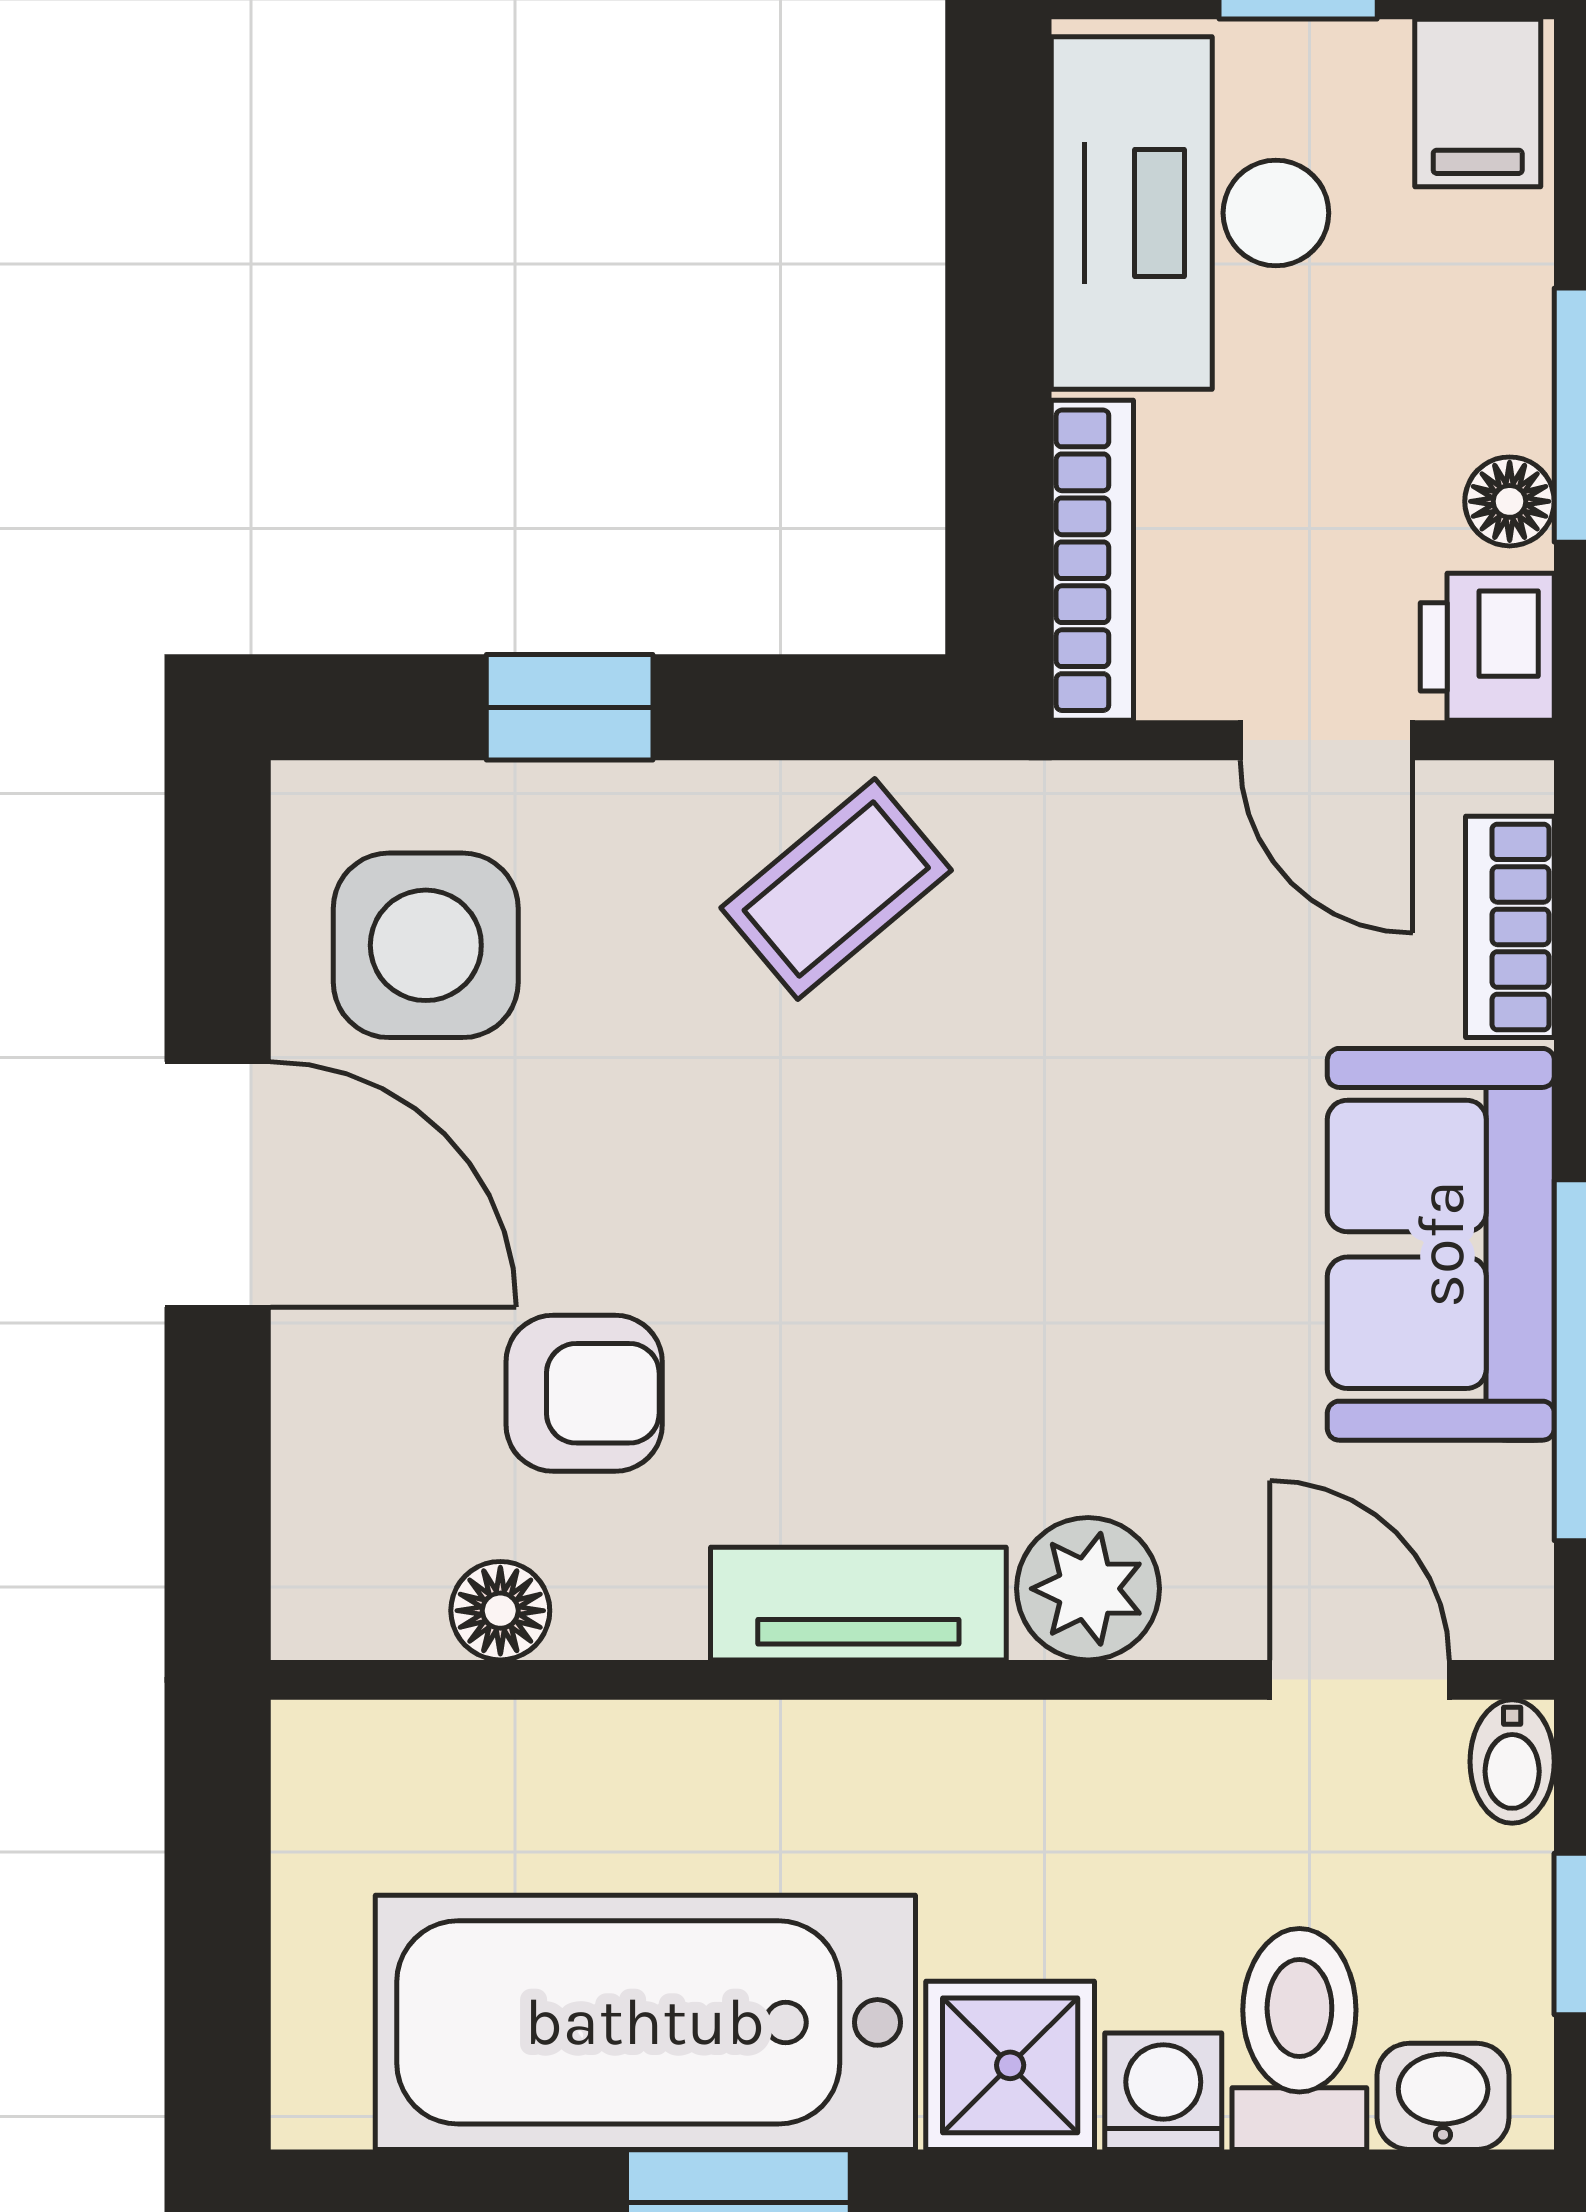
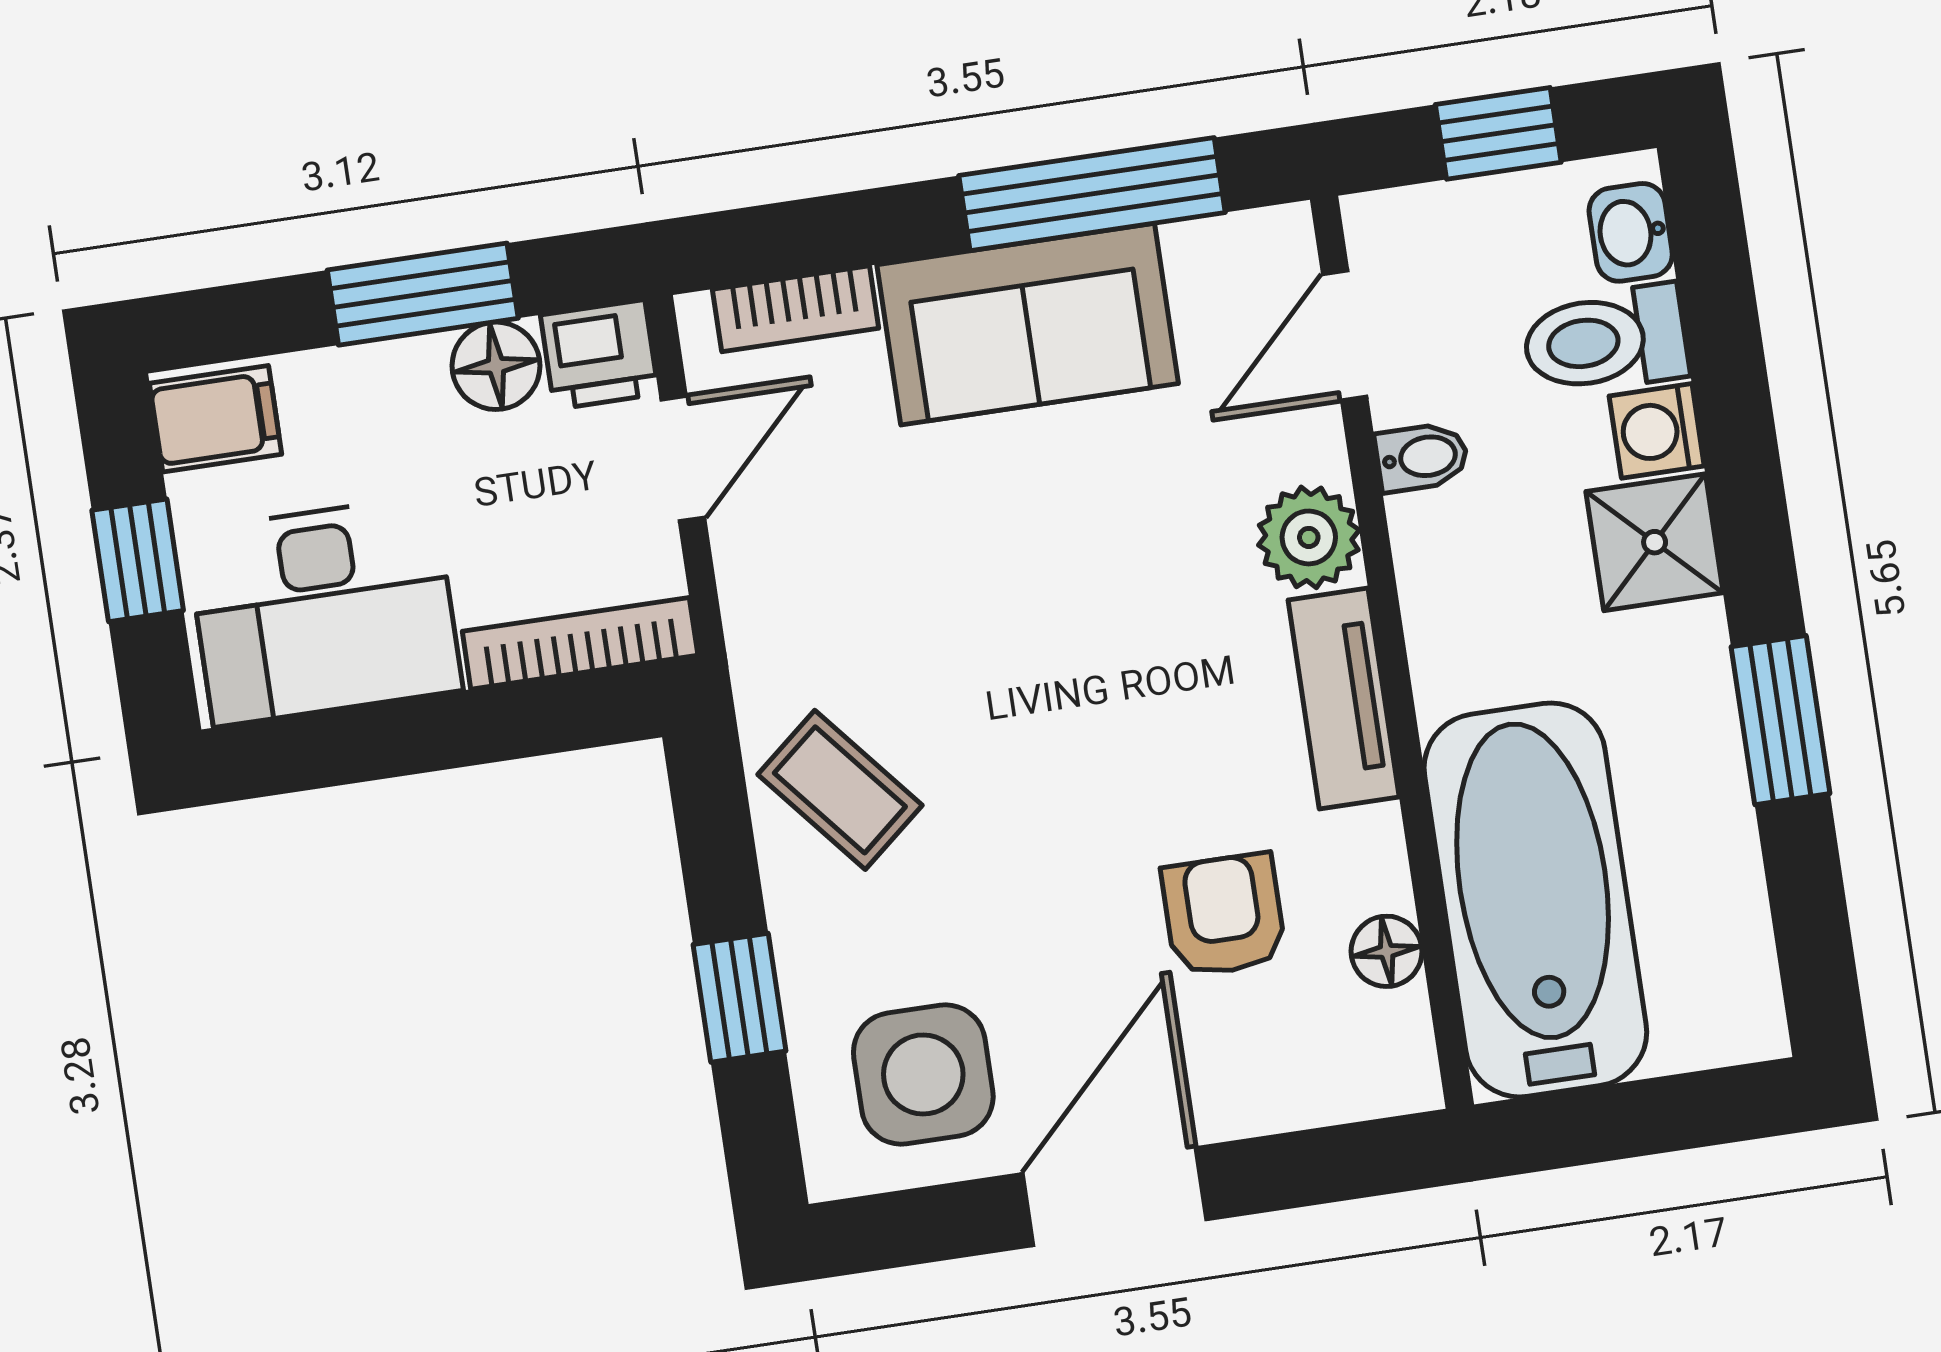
floor lamp: (1510, 501) -> (496, 366), width x1.37, depth x1.37
bidet: (1512, 1762) -> (1422, 457), moved
bathtub: (645, 2022) -> (1535, 900), moved, turned 180

